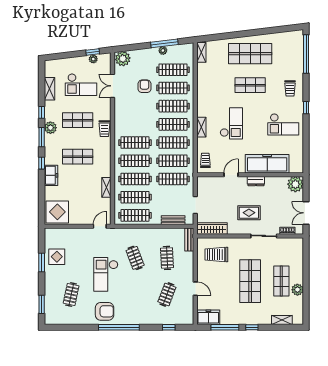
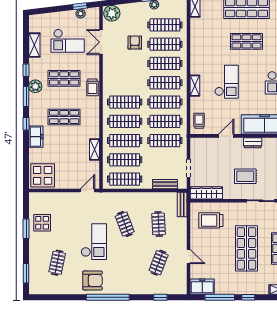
checkout: (106, 274) -> (94, 242), turned 180

